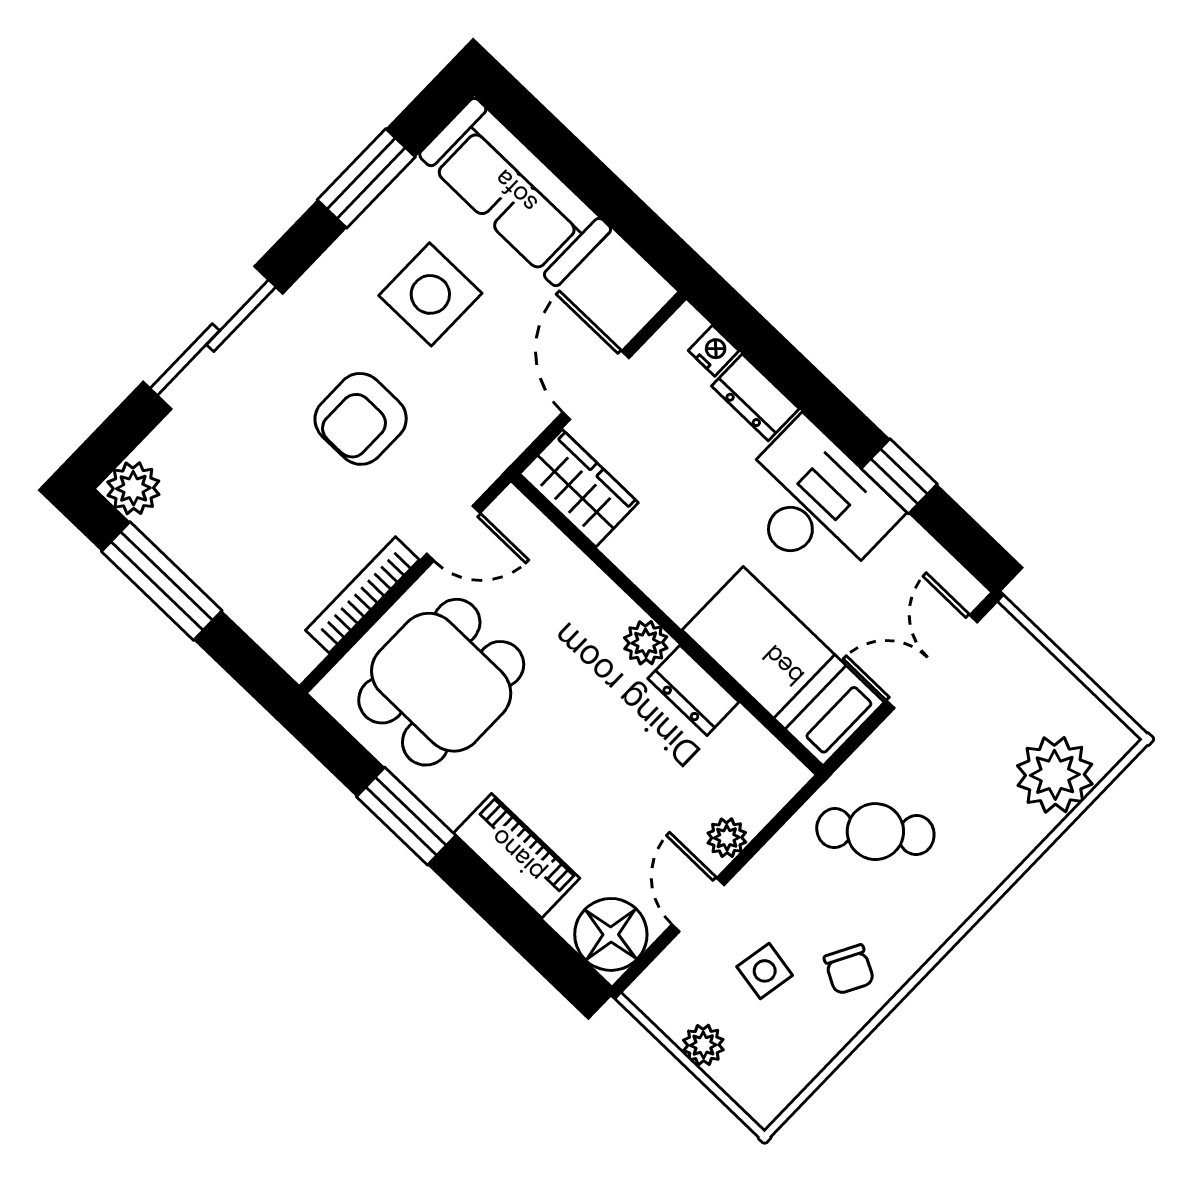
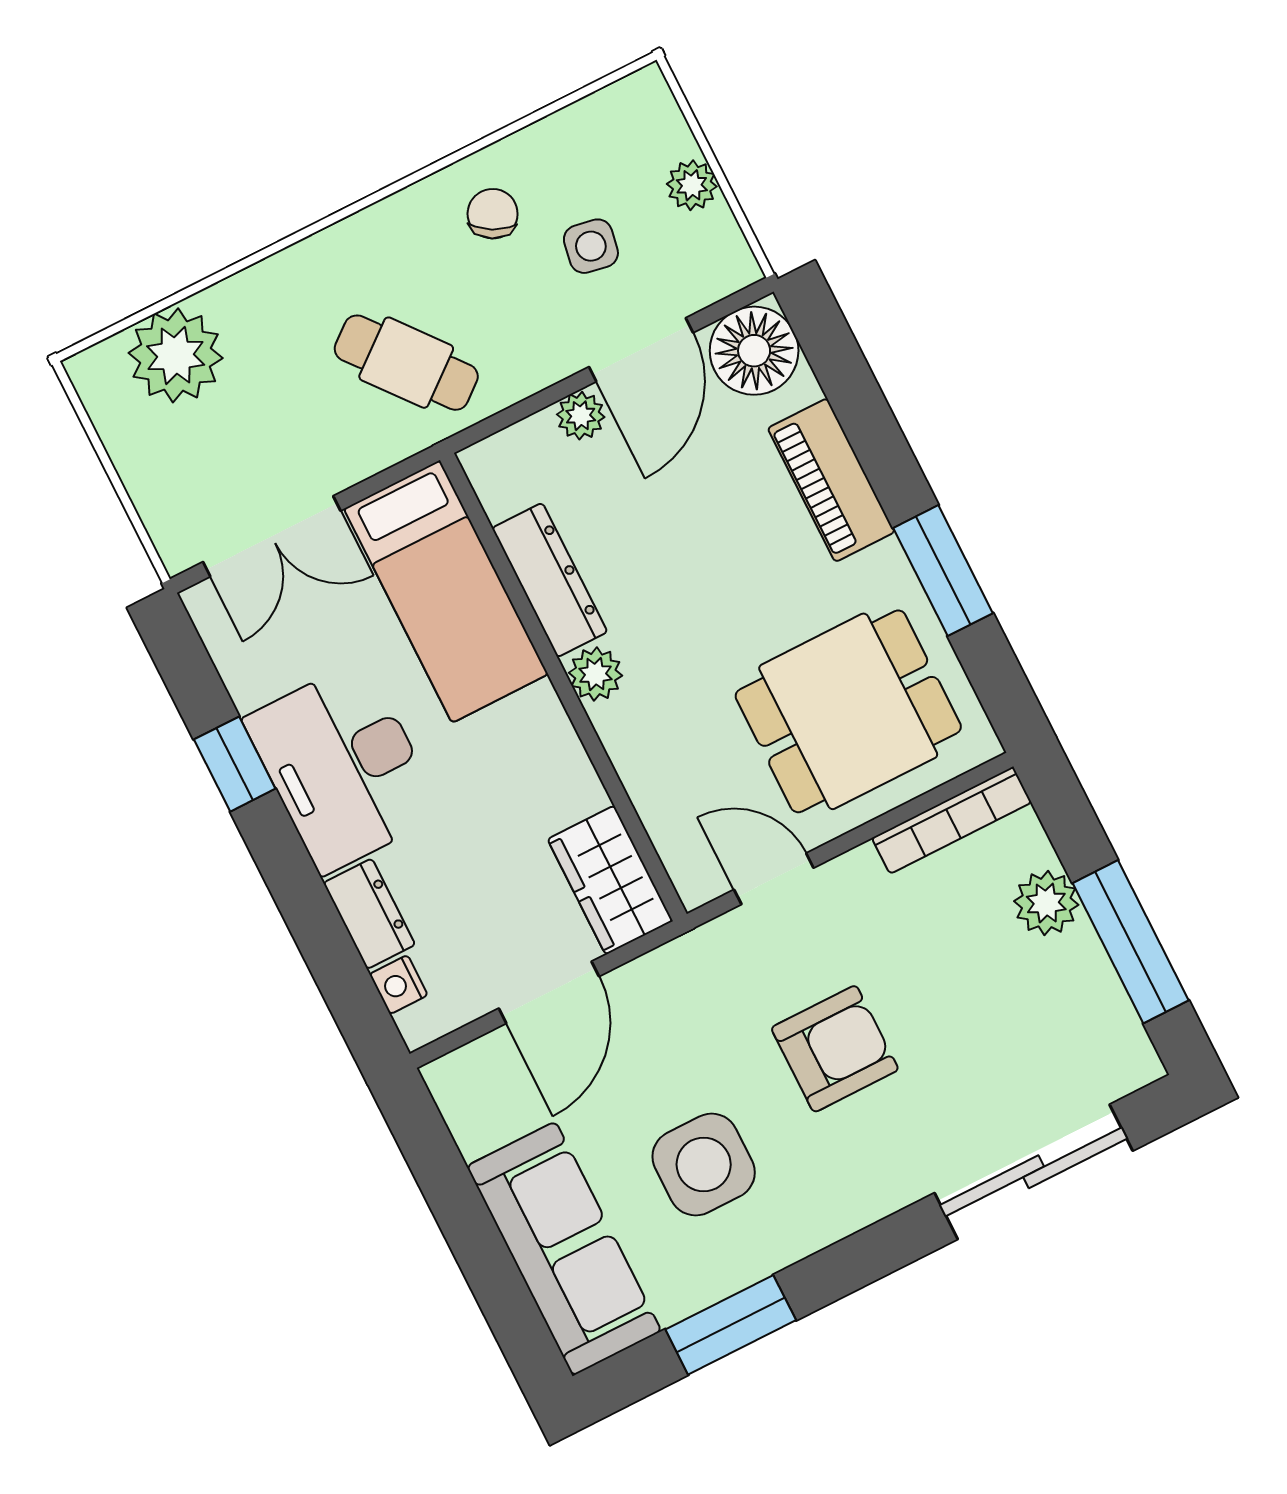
sliding door: (213, 338) -> (1034, 1172), moved
plant: (133, 488) -> (1046, 903), moved
bookcase: (362, 595) -> (952, 820), moved
dresser: (693, 690) -> (550, 580), width x1.44
door: (698, 905) -> (641, 350), width x1.38

